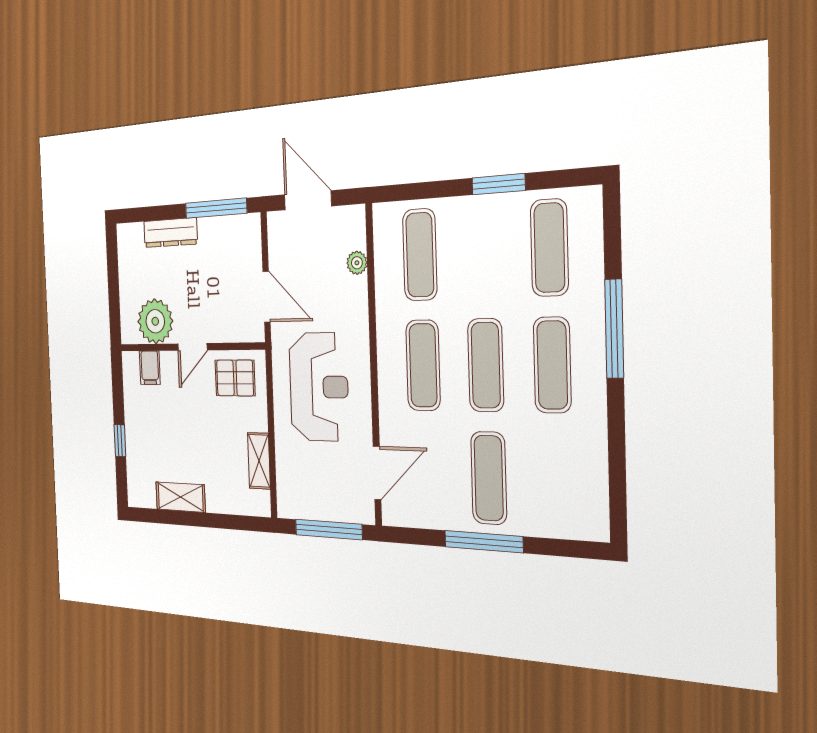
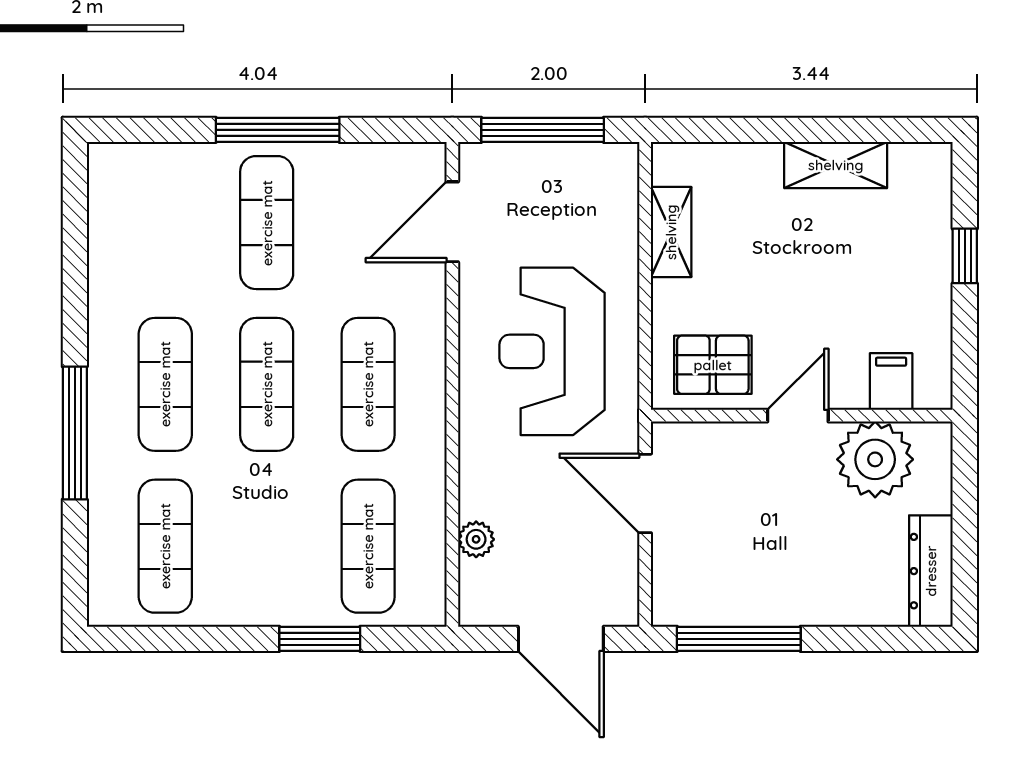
window: (498, 184) -> (320, 639), moved
dresser: (170, 233) -> (931, 571), moved, turned -90

